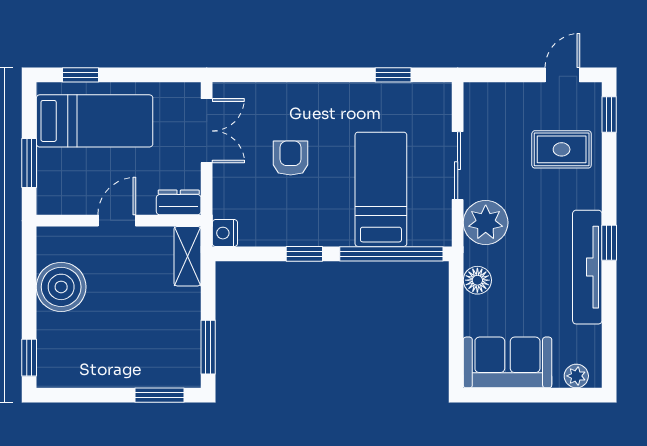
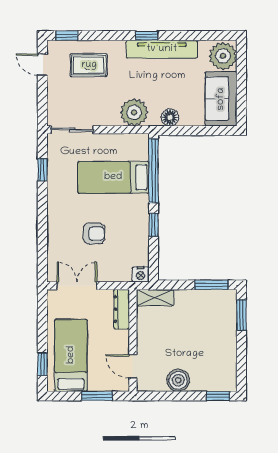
rug: (562, 149) -> (89, 65), turned 90
armchair: (291, 158) -> (94, 234), turned 180
sliding door: (458, 166) -> (72, 130), moved
dresser: (179, 202) -> (122, 309), width x1.44
door: (117, 221) -> (133, 366), moved
boiler: (61, 287) -> (178, 380), width x0.73, depth x0.73
plant: (576, 376) -> (223, 56), width x1.88, depth x1.88

